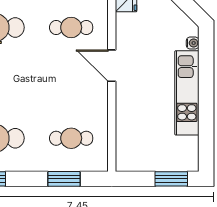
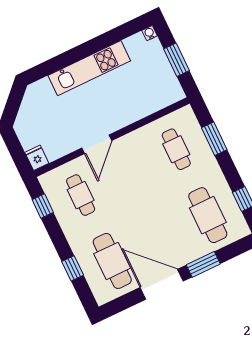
water cooler: (193, 43) -> (150, 33), moved
window: (171, 179) -> (176, 60), moved

